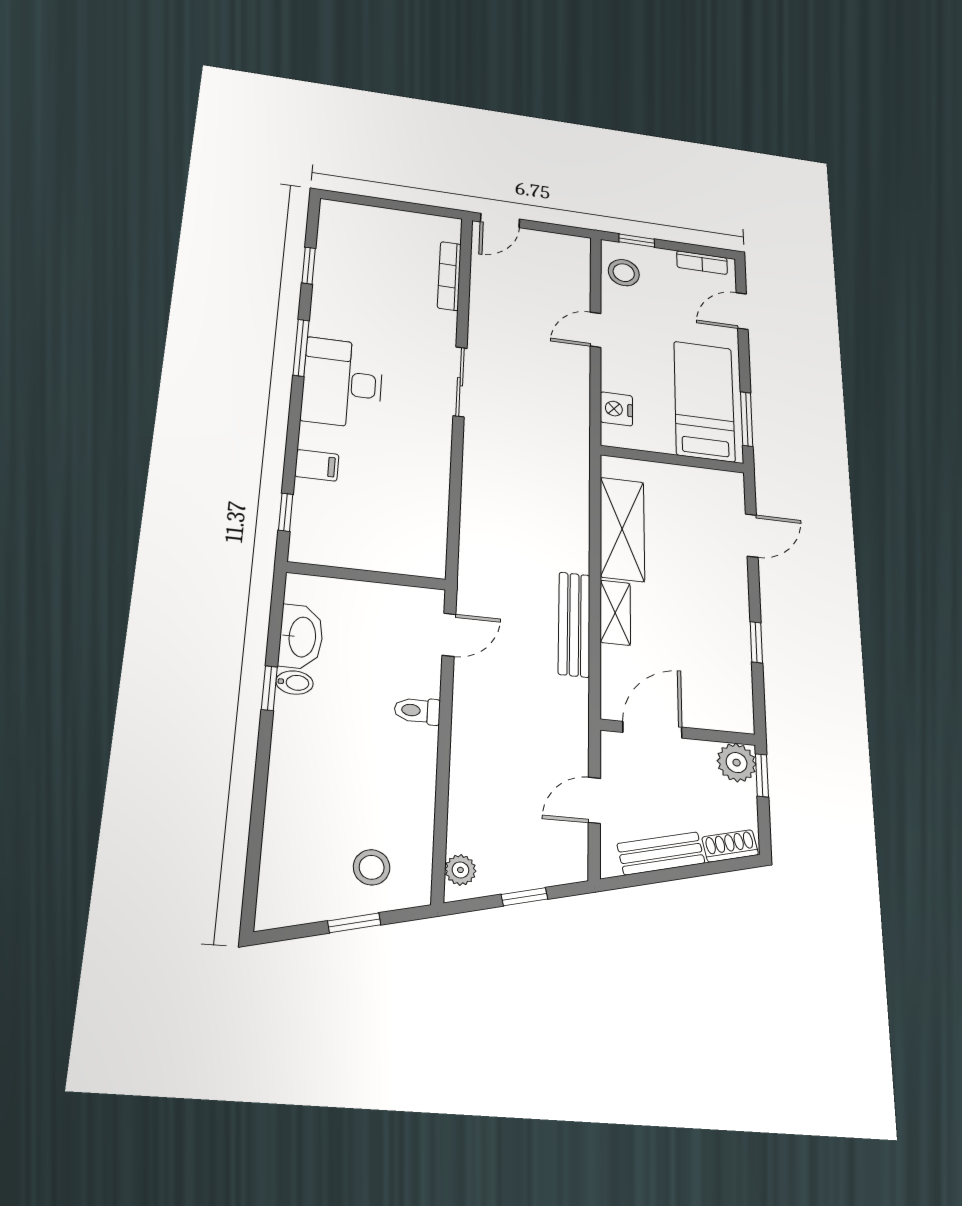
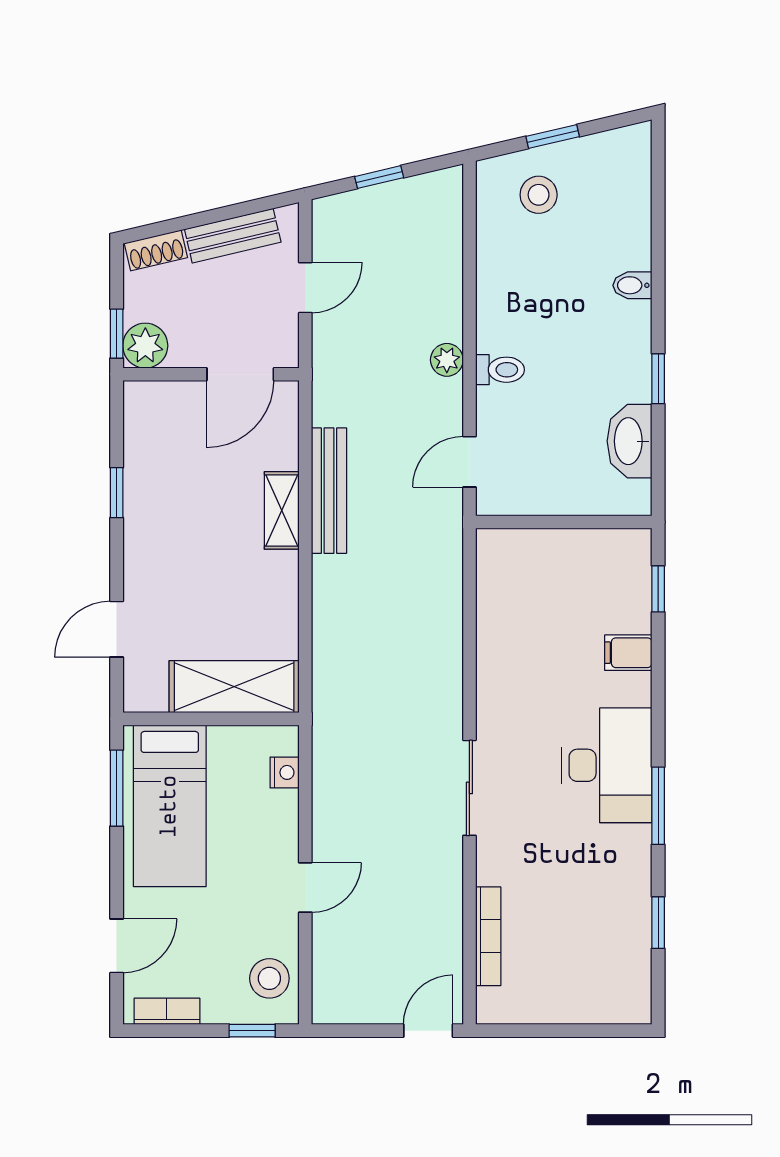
nightstand: (616, 409) -> (285, 772), width x0.72, depth x0.74
shelving: (622, 529) -> (234, 687), moved, turned 90
bidet: (294, 683) -> (632, 285), moved
plant: (460, 870) -> (447, 360), moved

